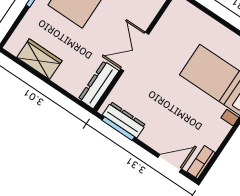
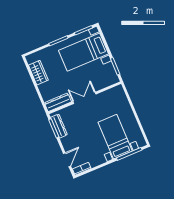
door: (170, 163) -> (67, 160), hinge flipped

